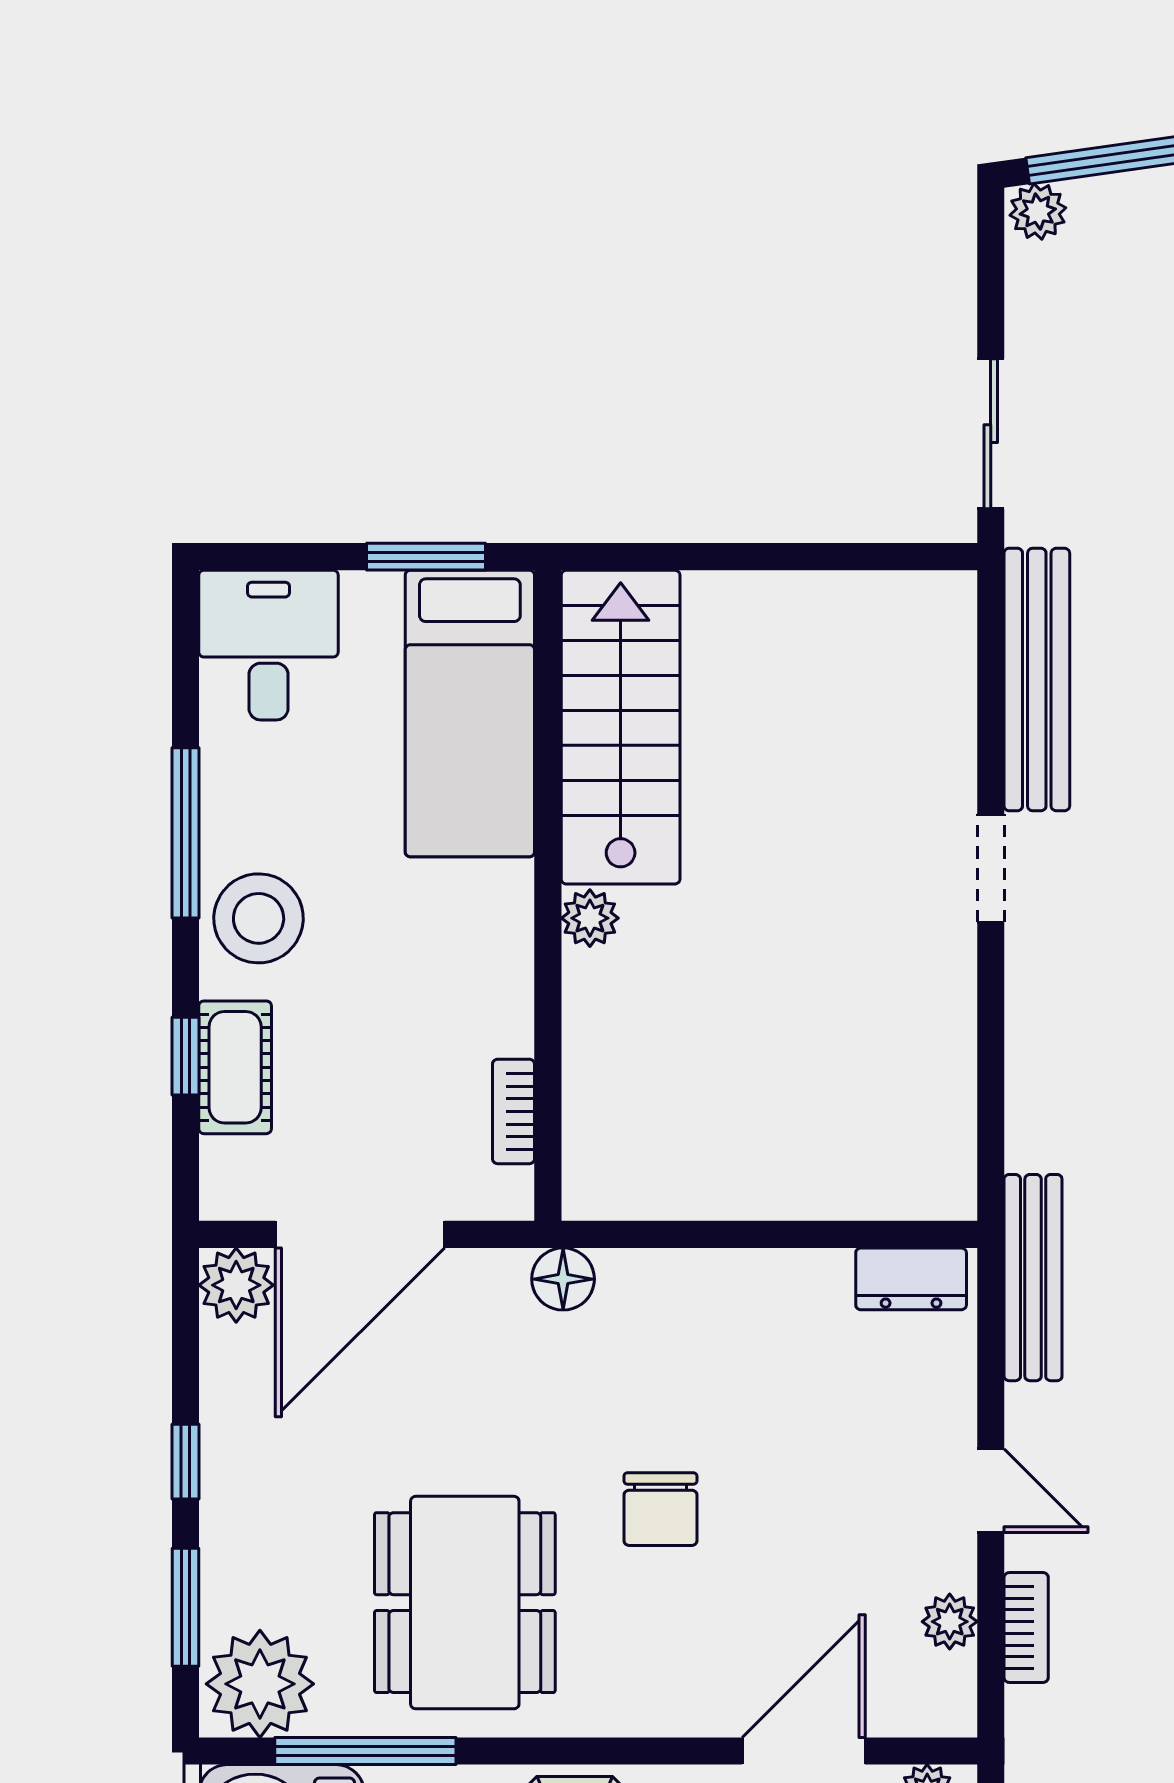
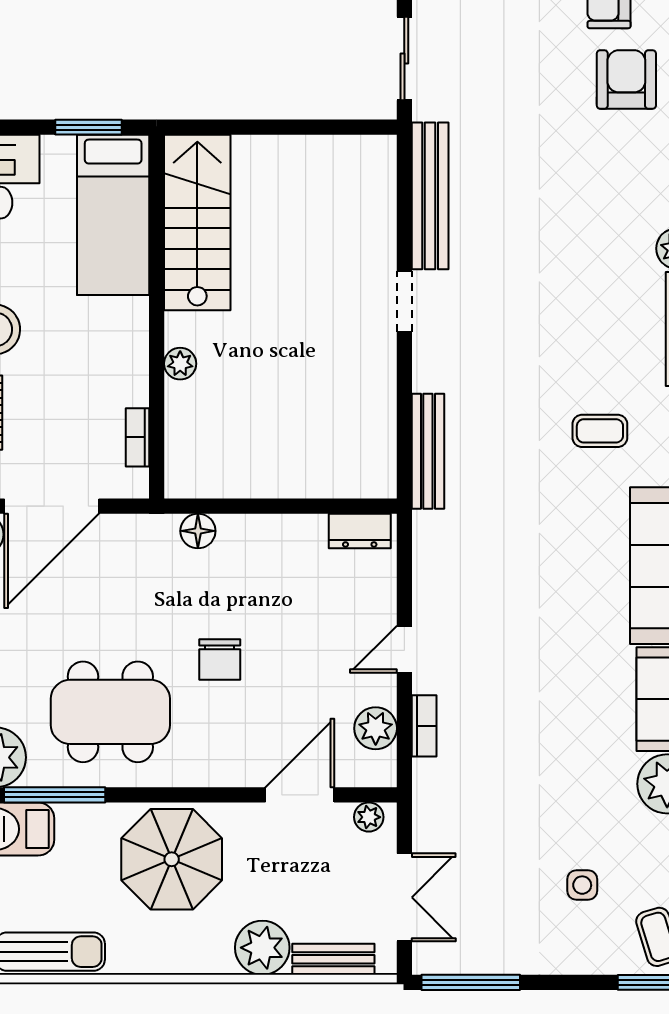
plant: (590, 918) -> (180, 364), moved
bench: (1033, 1278) -> (428, 451), moved
floor lamp: (563, 1279) -> (198, 531), moved
door: (991, 1491) -> (404, 649), swing flipped
dining table: (465, 1603) -> (110, 712), turned 90
plant: (950, 1622) -> (376, 728), width x1.38, depth x1.38

